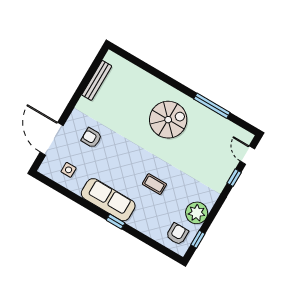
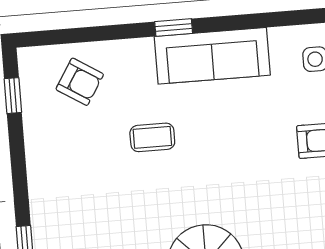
plant: (197, 213) -> (46, 139), removed
armchair: (177, 234) -> (80, 82), moved, turned -58

